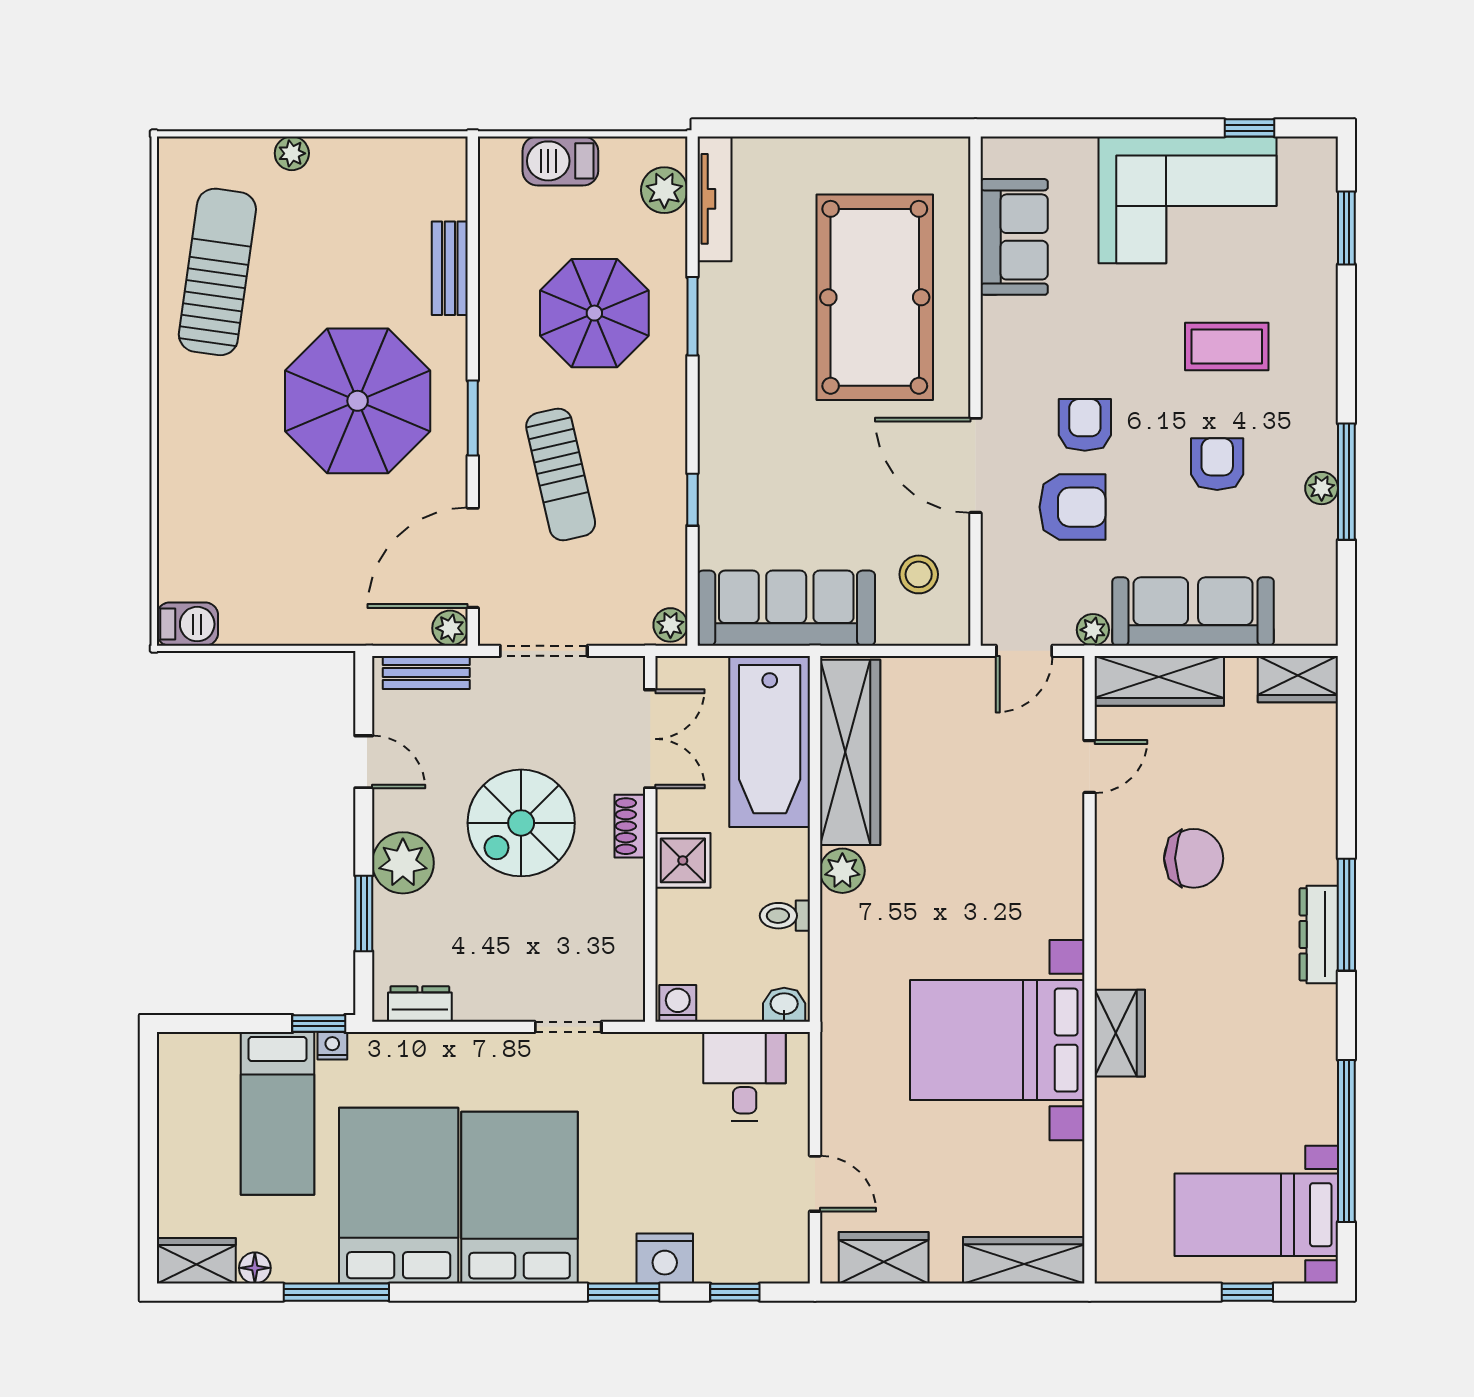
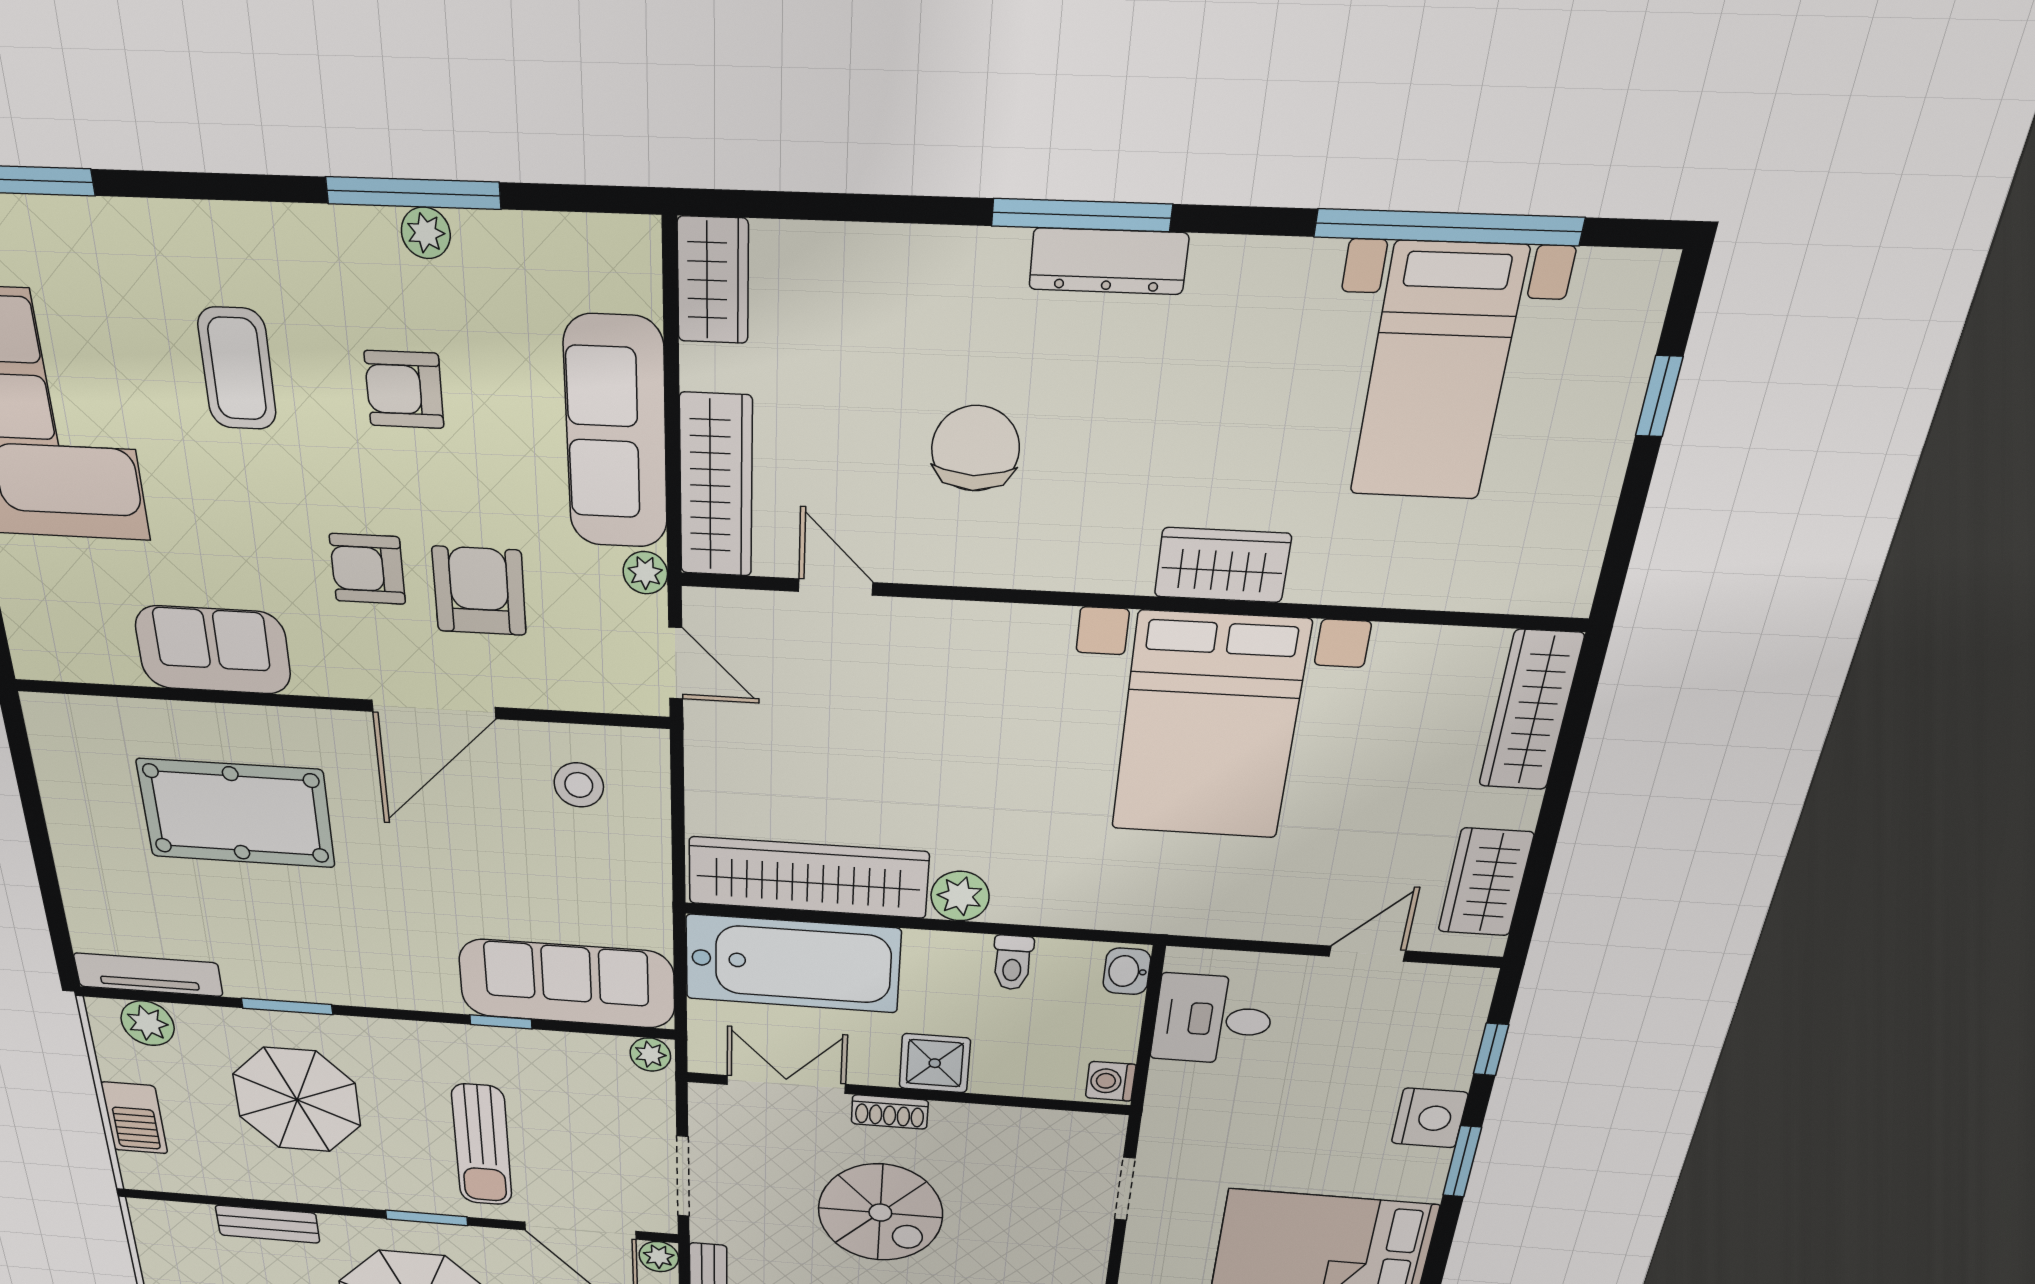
sofa: (1014, 237) -> (213, 650), moved
pool table: (875, 297) -> (236, 813), width x0.73, depth x0.76
sun lounger: (561, 474) -> (482, 1145), turned 103
sofa: (786, 608) -> (567, 984), moved, turned 90
bed with nightstands: (1256, 1215) -> (1437, 373), moved

